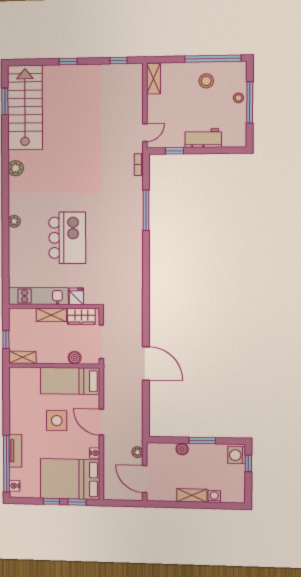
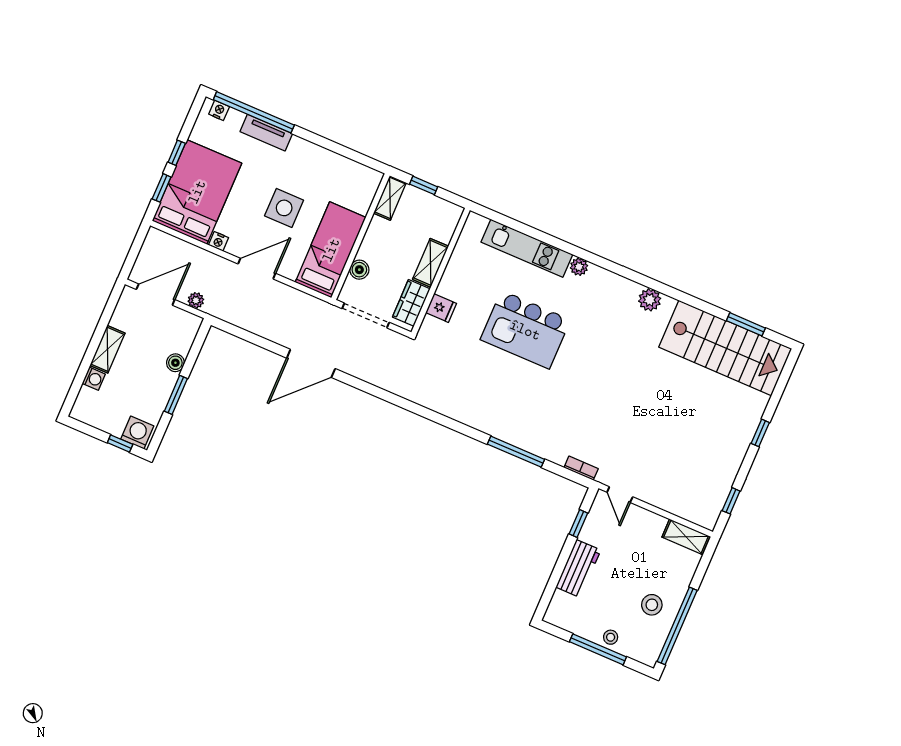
kitchen unit: (38, 296) -> (527, 248), moved, turned 90

